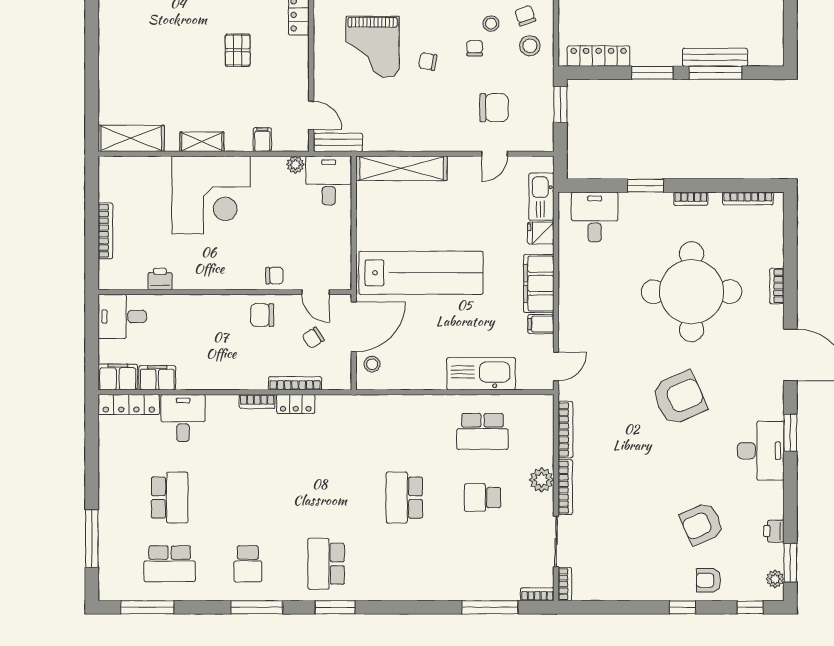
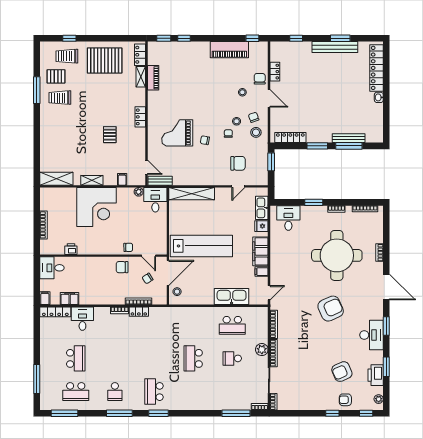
grand piano: (373, 47) -> (177, 133), turned 90
filing cabinet: (118, 377) -> (45, 298), width x0.50
printer: (774, 531) -> (376, 375), width x1.87, depth x1.48
window: (790, 563) -> (386, 367), moved

